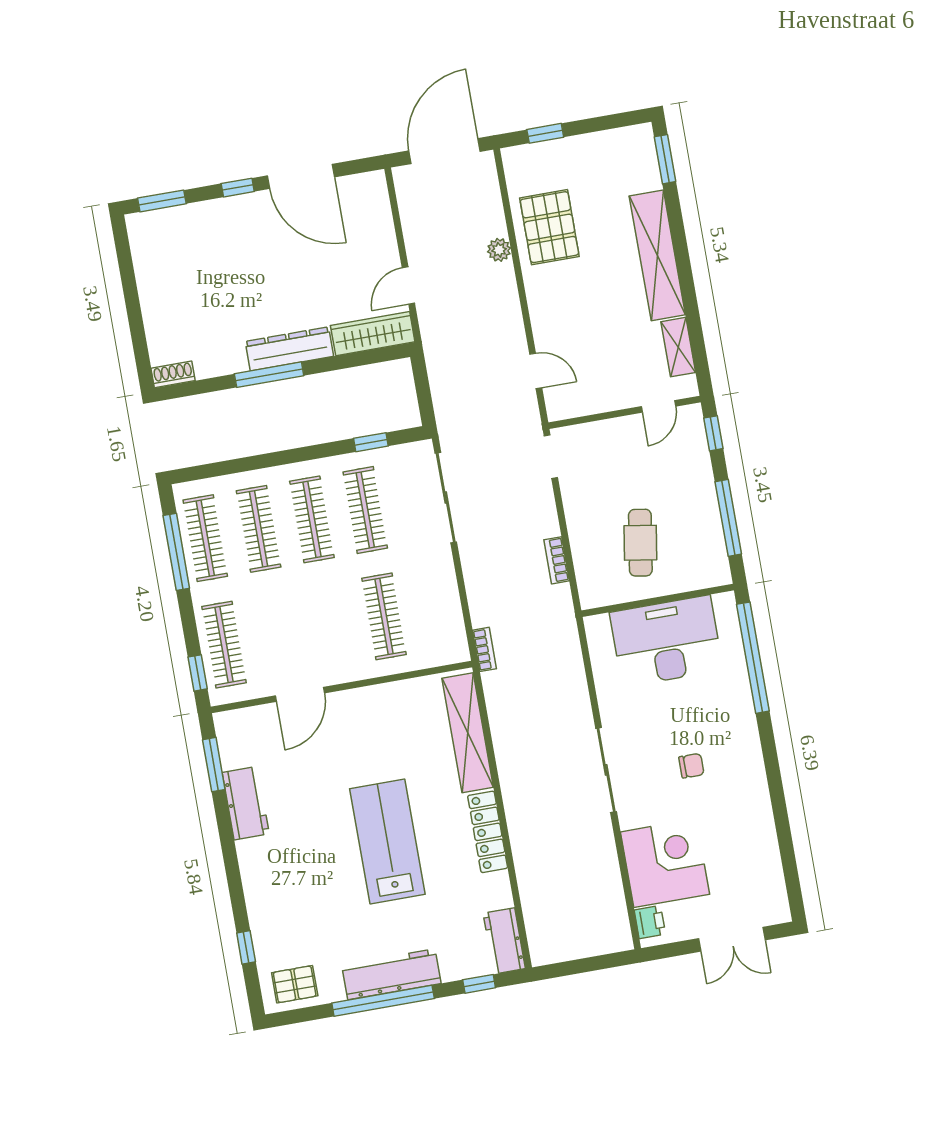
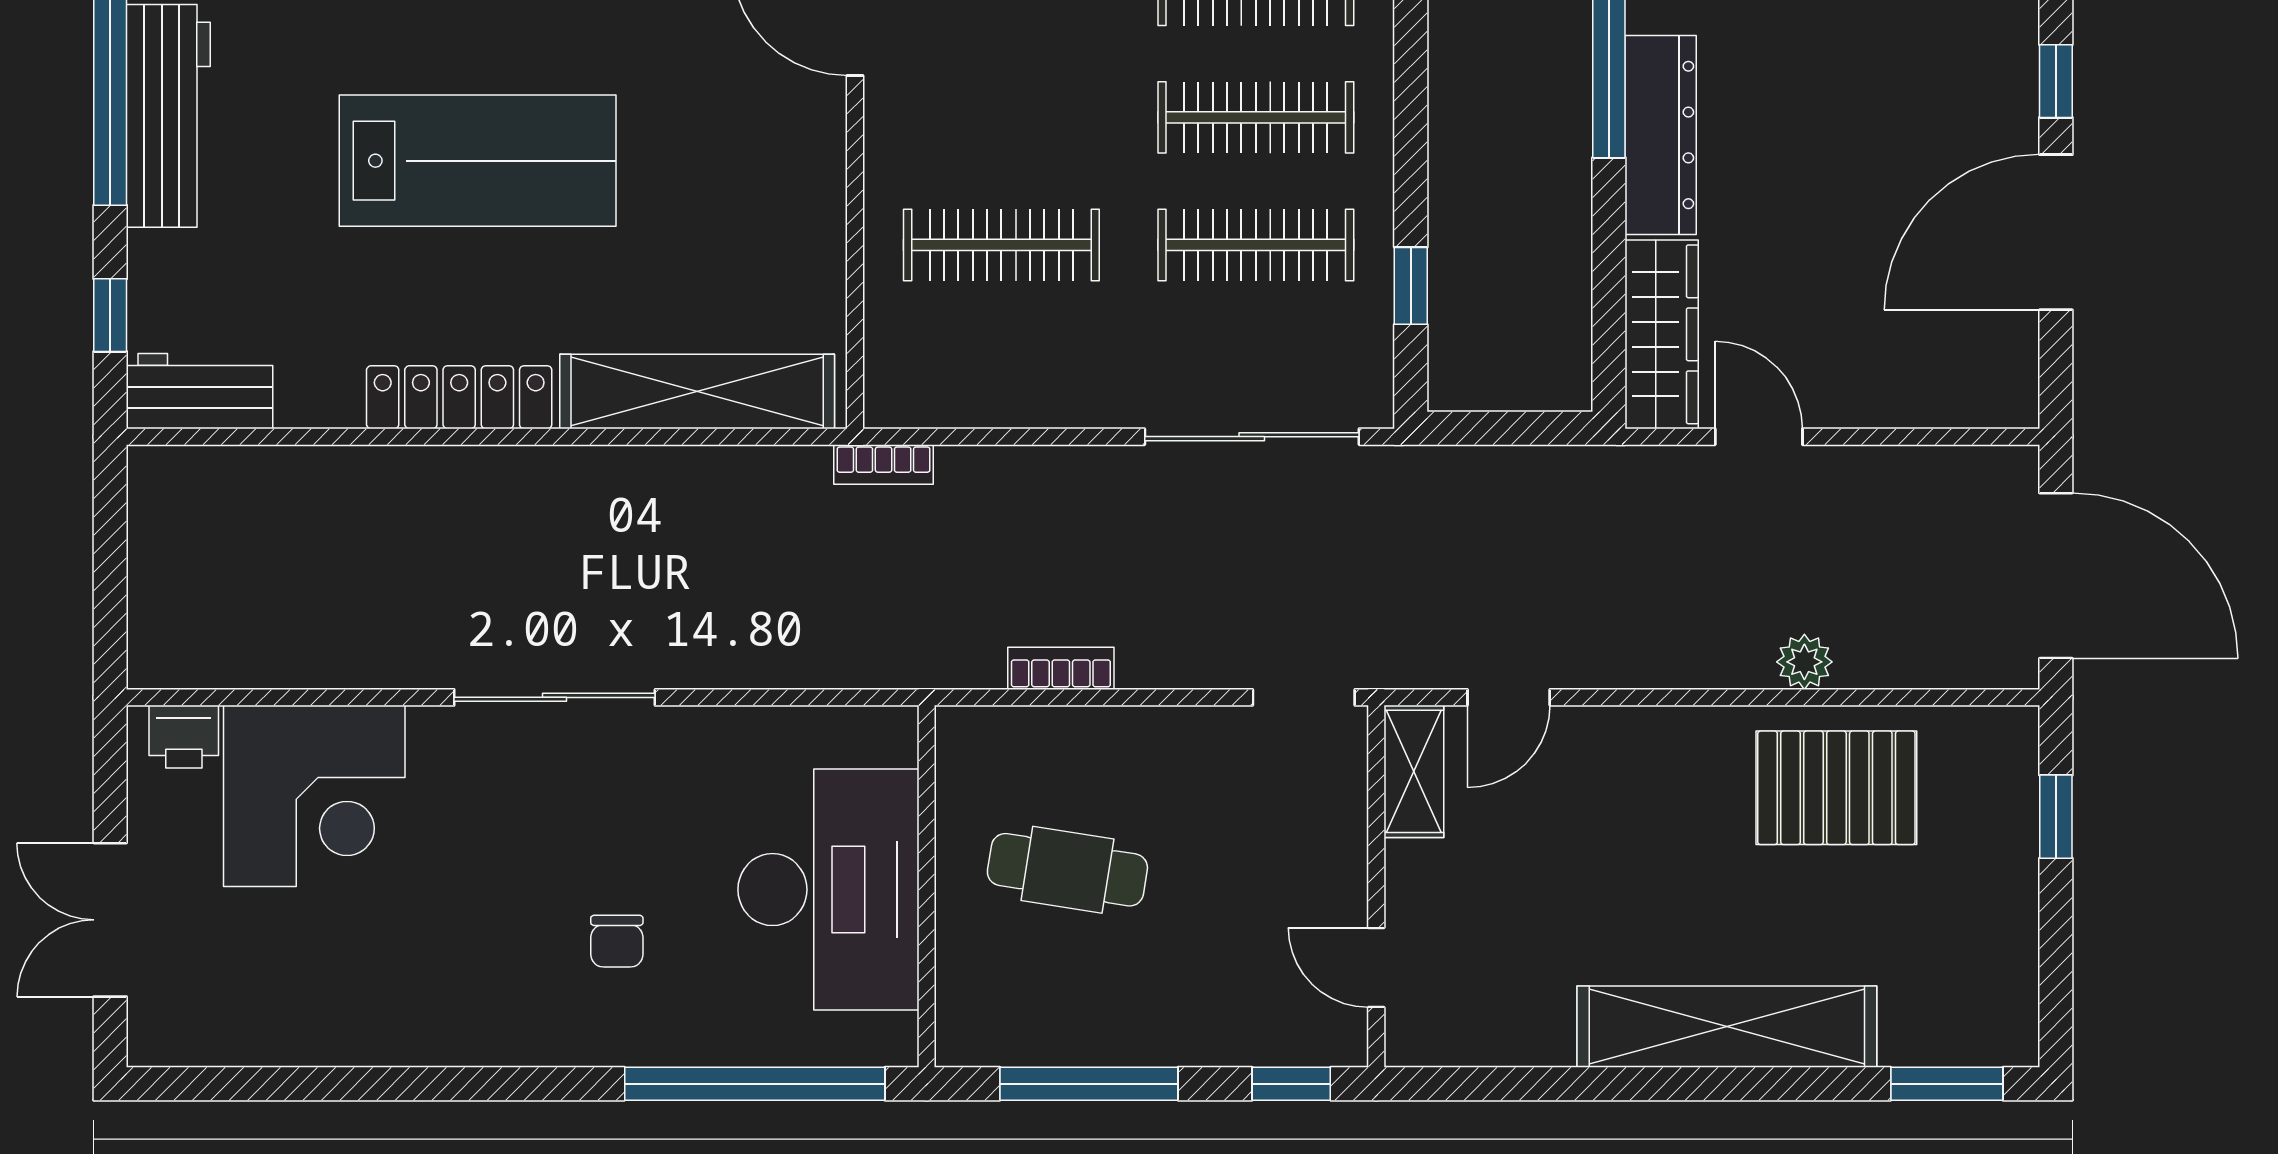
shelving: (678, 347) -> (1414, 771), moved, turned 90
chair: (691, 766) -> (617, 941), moved

